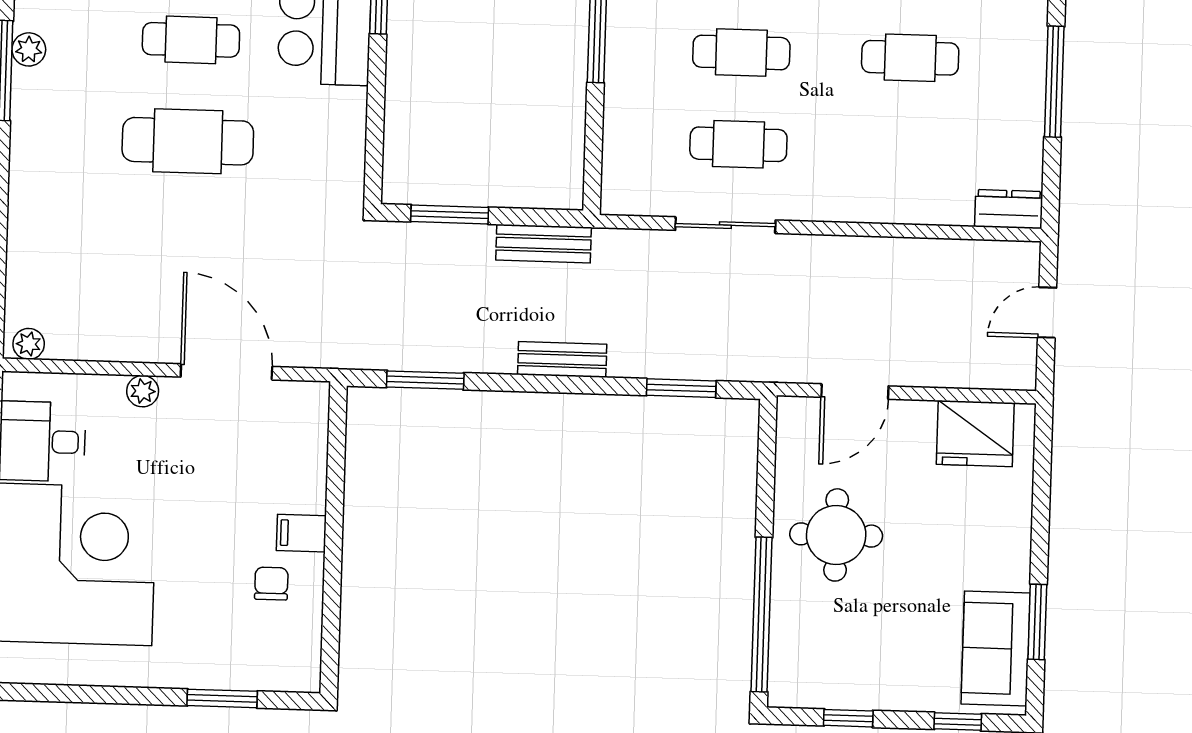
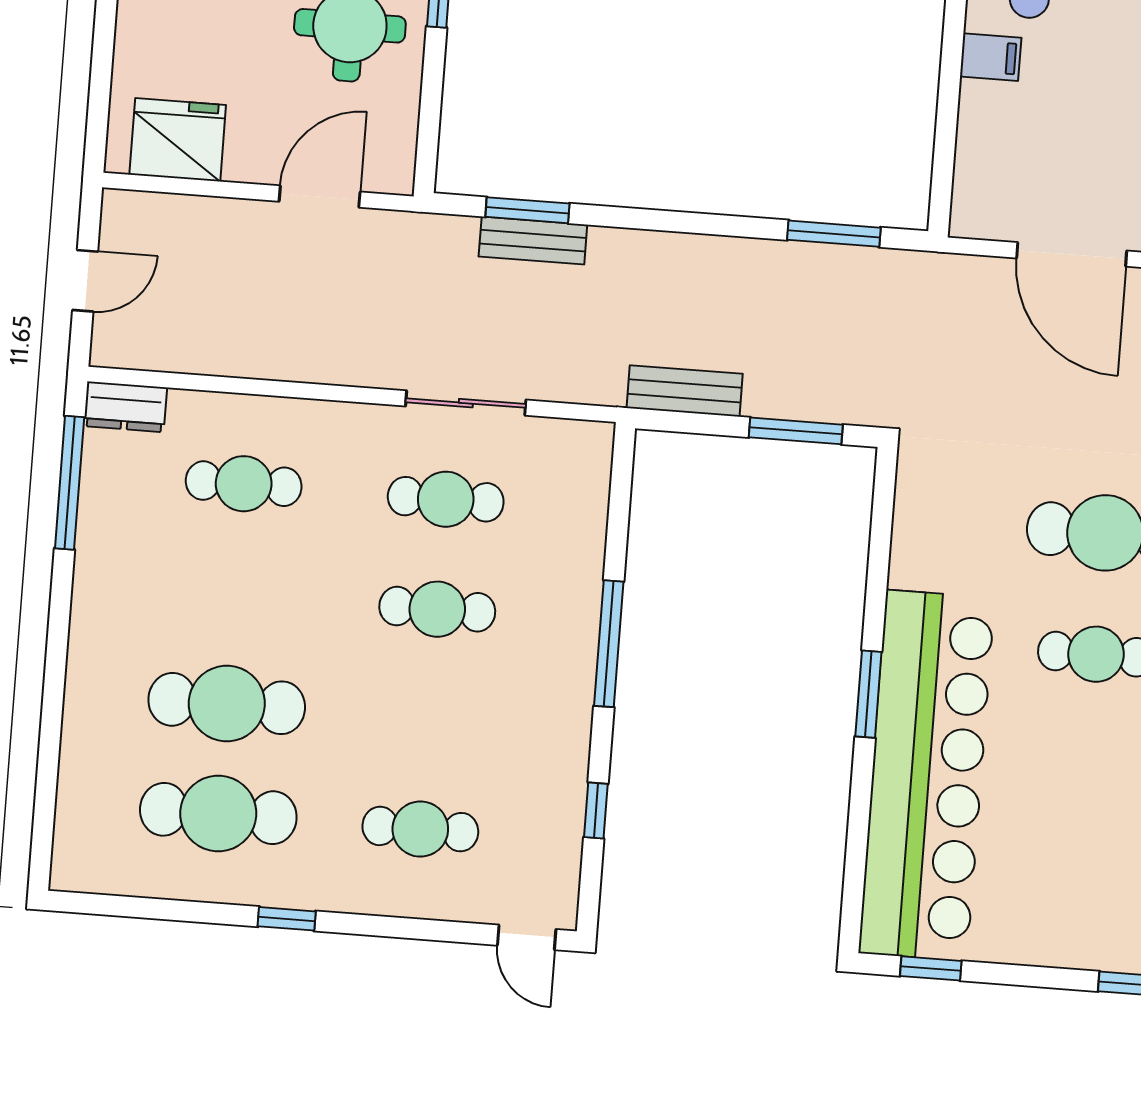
cafe table: (910, 58) -> (244, 484), moved
window: (1054, 82) -> (70, 483), moved
bench: (562, 359) -> (533, 241), moved

